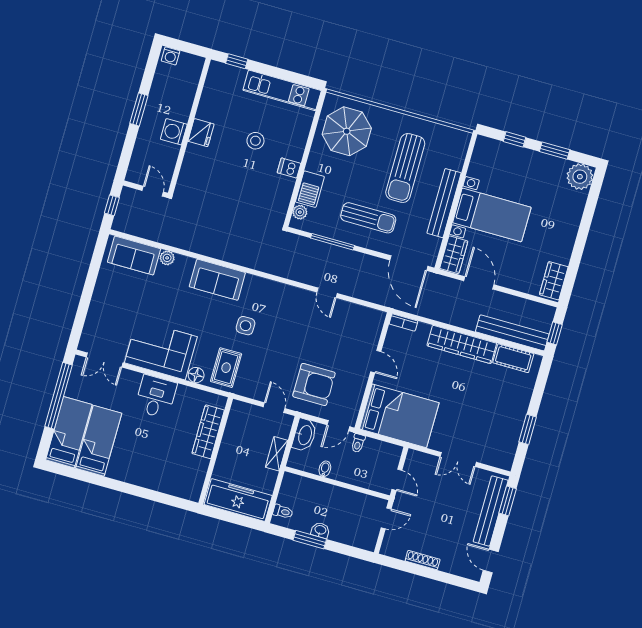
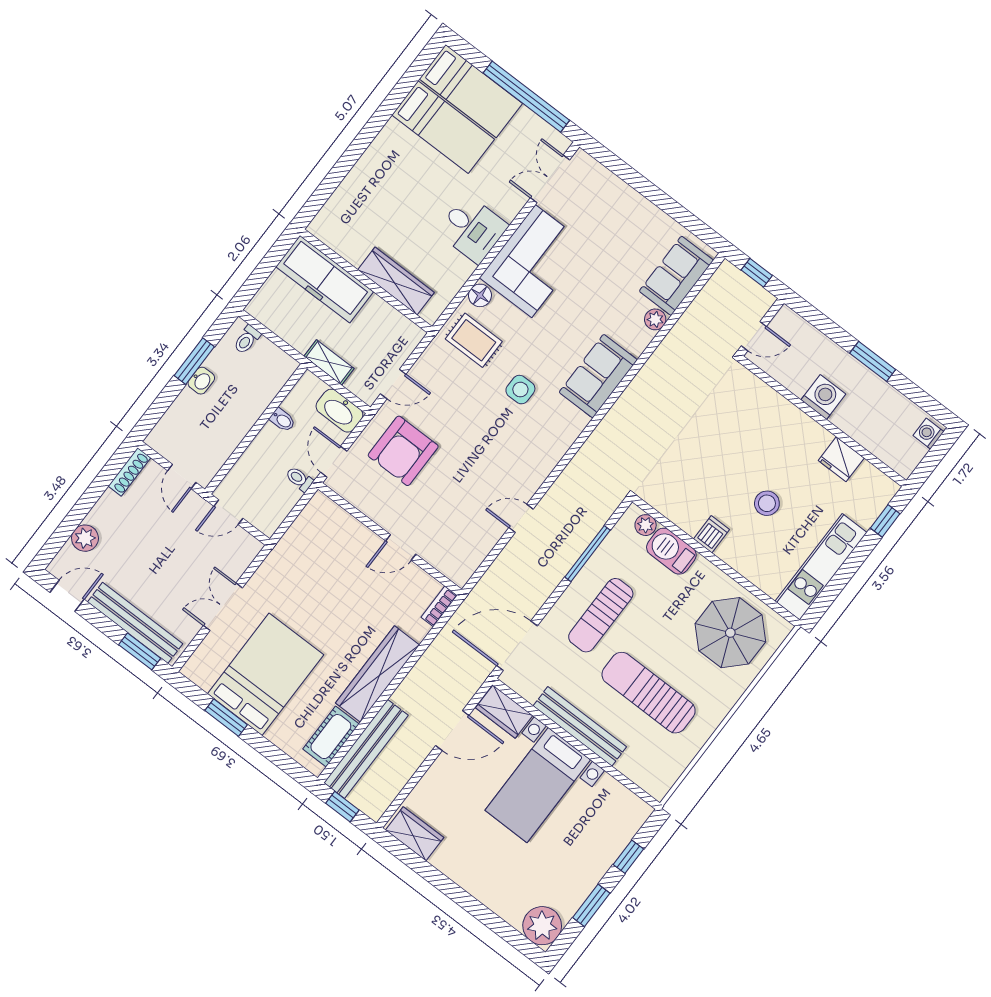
fridge: (201, 133) -> (841, 459), moved
bed: (399, 416) -> (266, 674), moved, turned 180
freezer: (238, 500) -> (325, 279), moved, turned 90
shoe rack: (423, 560) -> (129, 472), moved
plant: (450, 564) -> (85, 538), added

